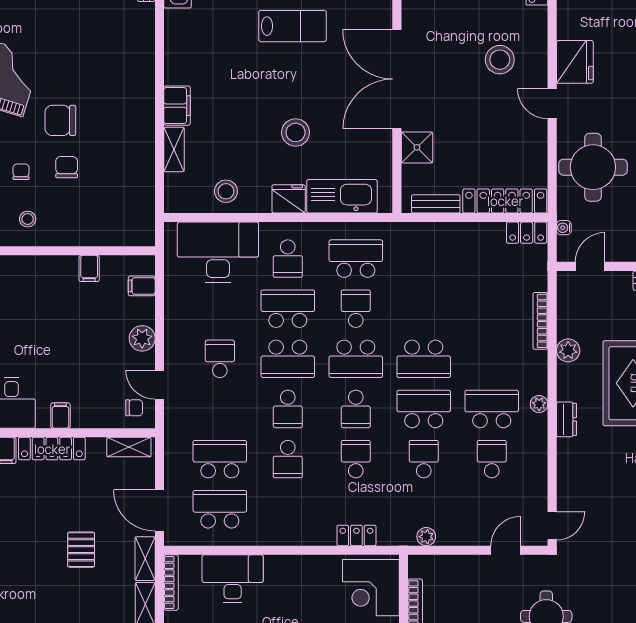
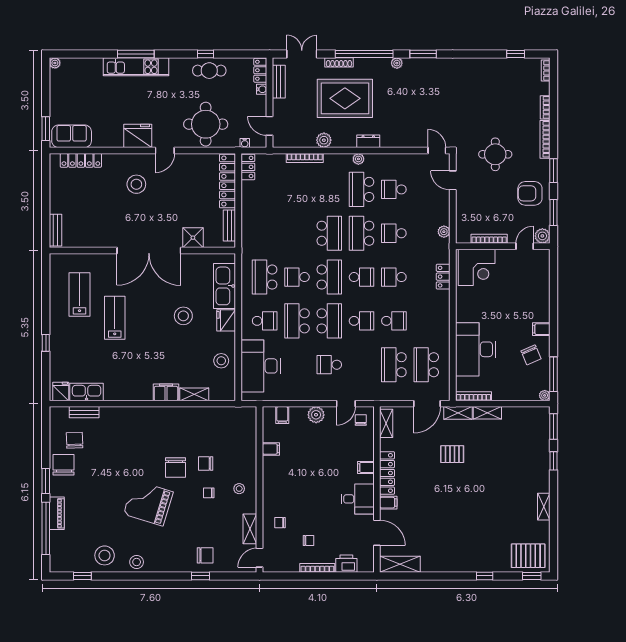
desk: (233, 579) -> (476, 349), width x1.36, depth x1.30

